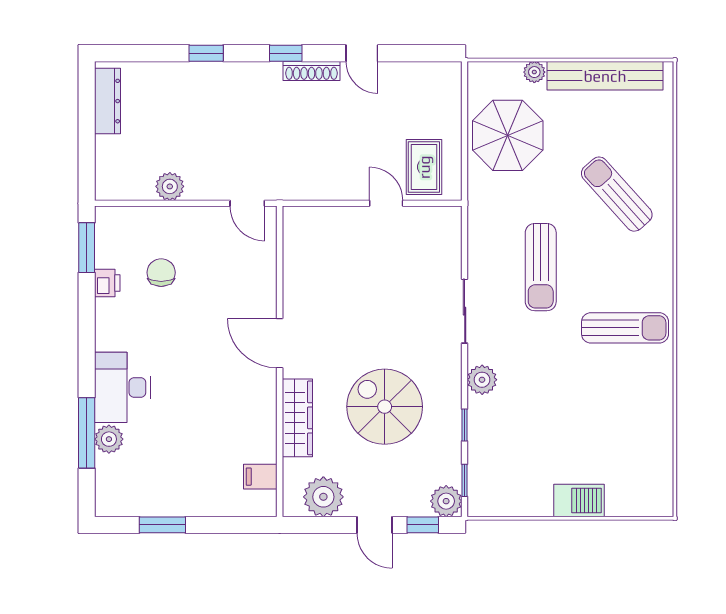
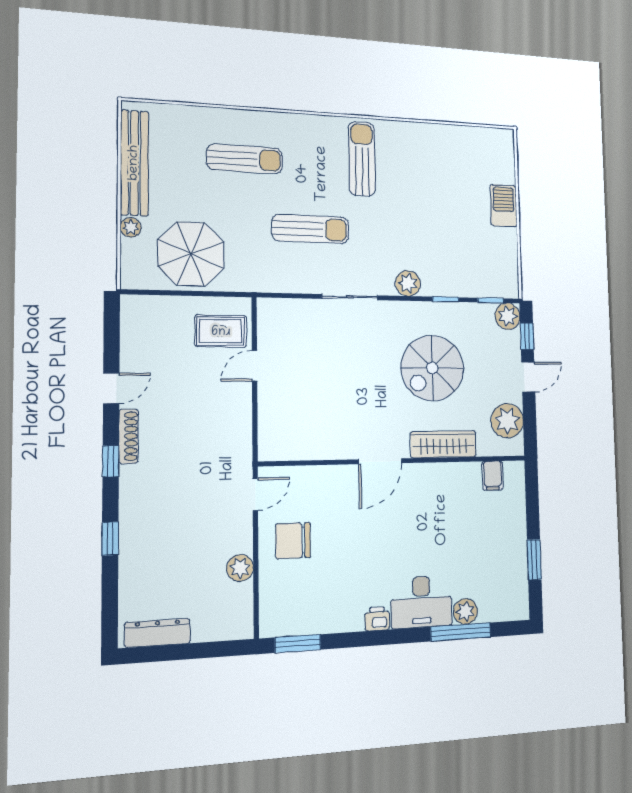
sun lounger: (617, 194) -> (245, 159), turned -138
chair: (161, 273) -> (293, 541), moved, width x1.37, depth x1.37
printer: (107, 283) -> (377, 619), moved

